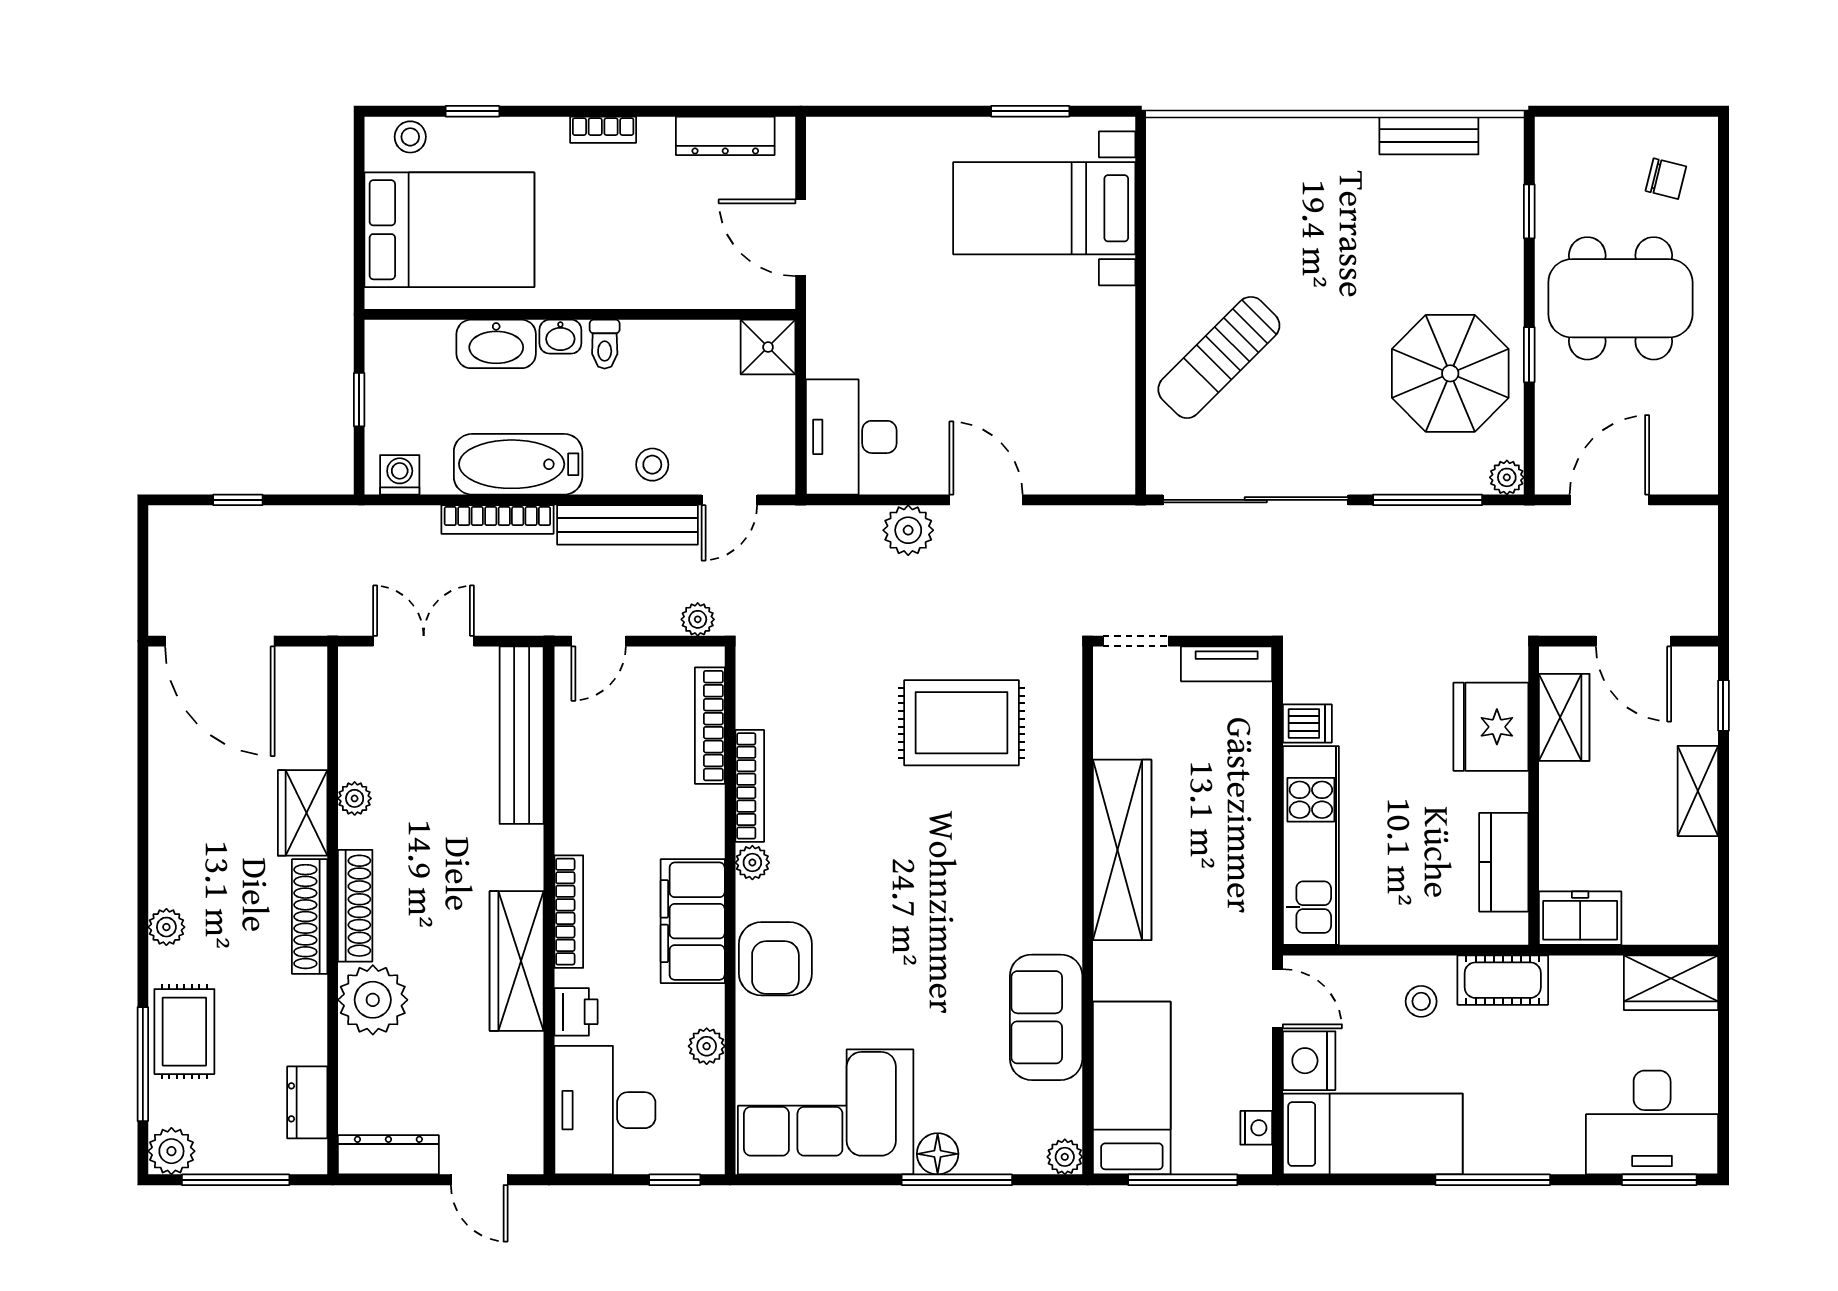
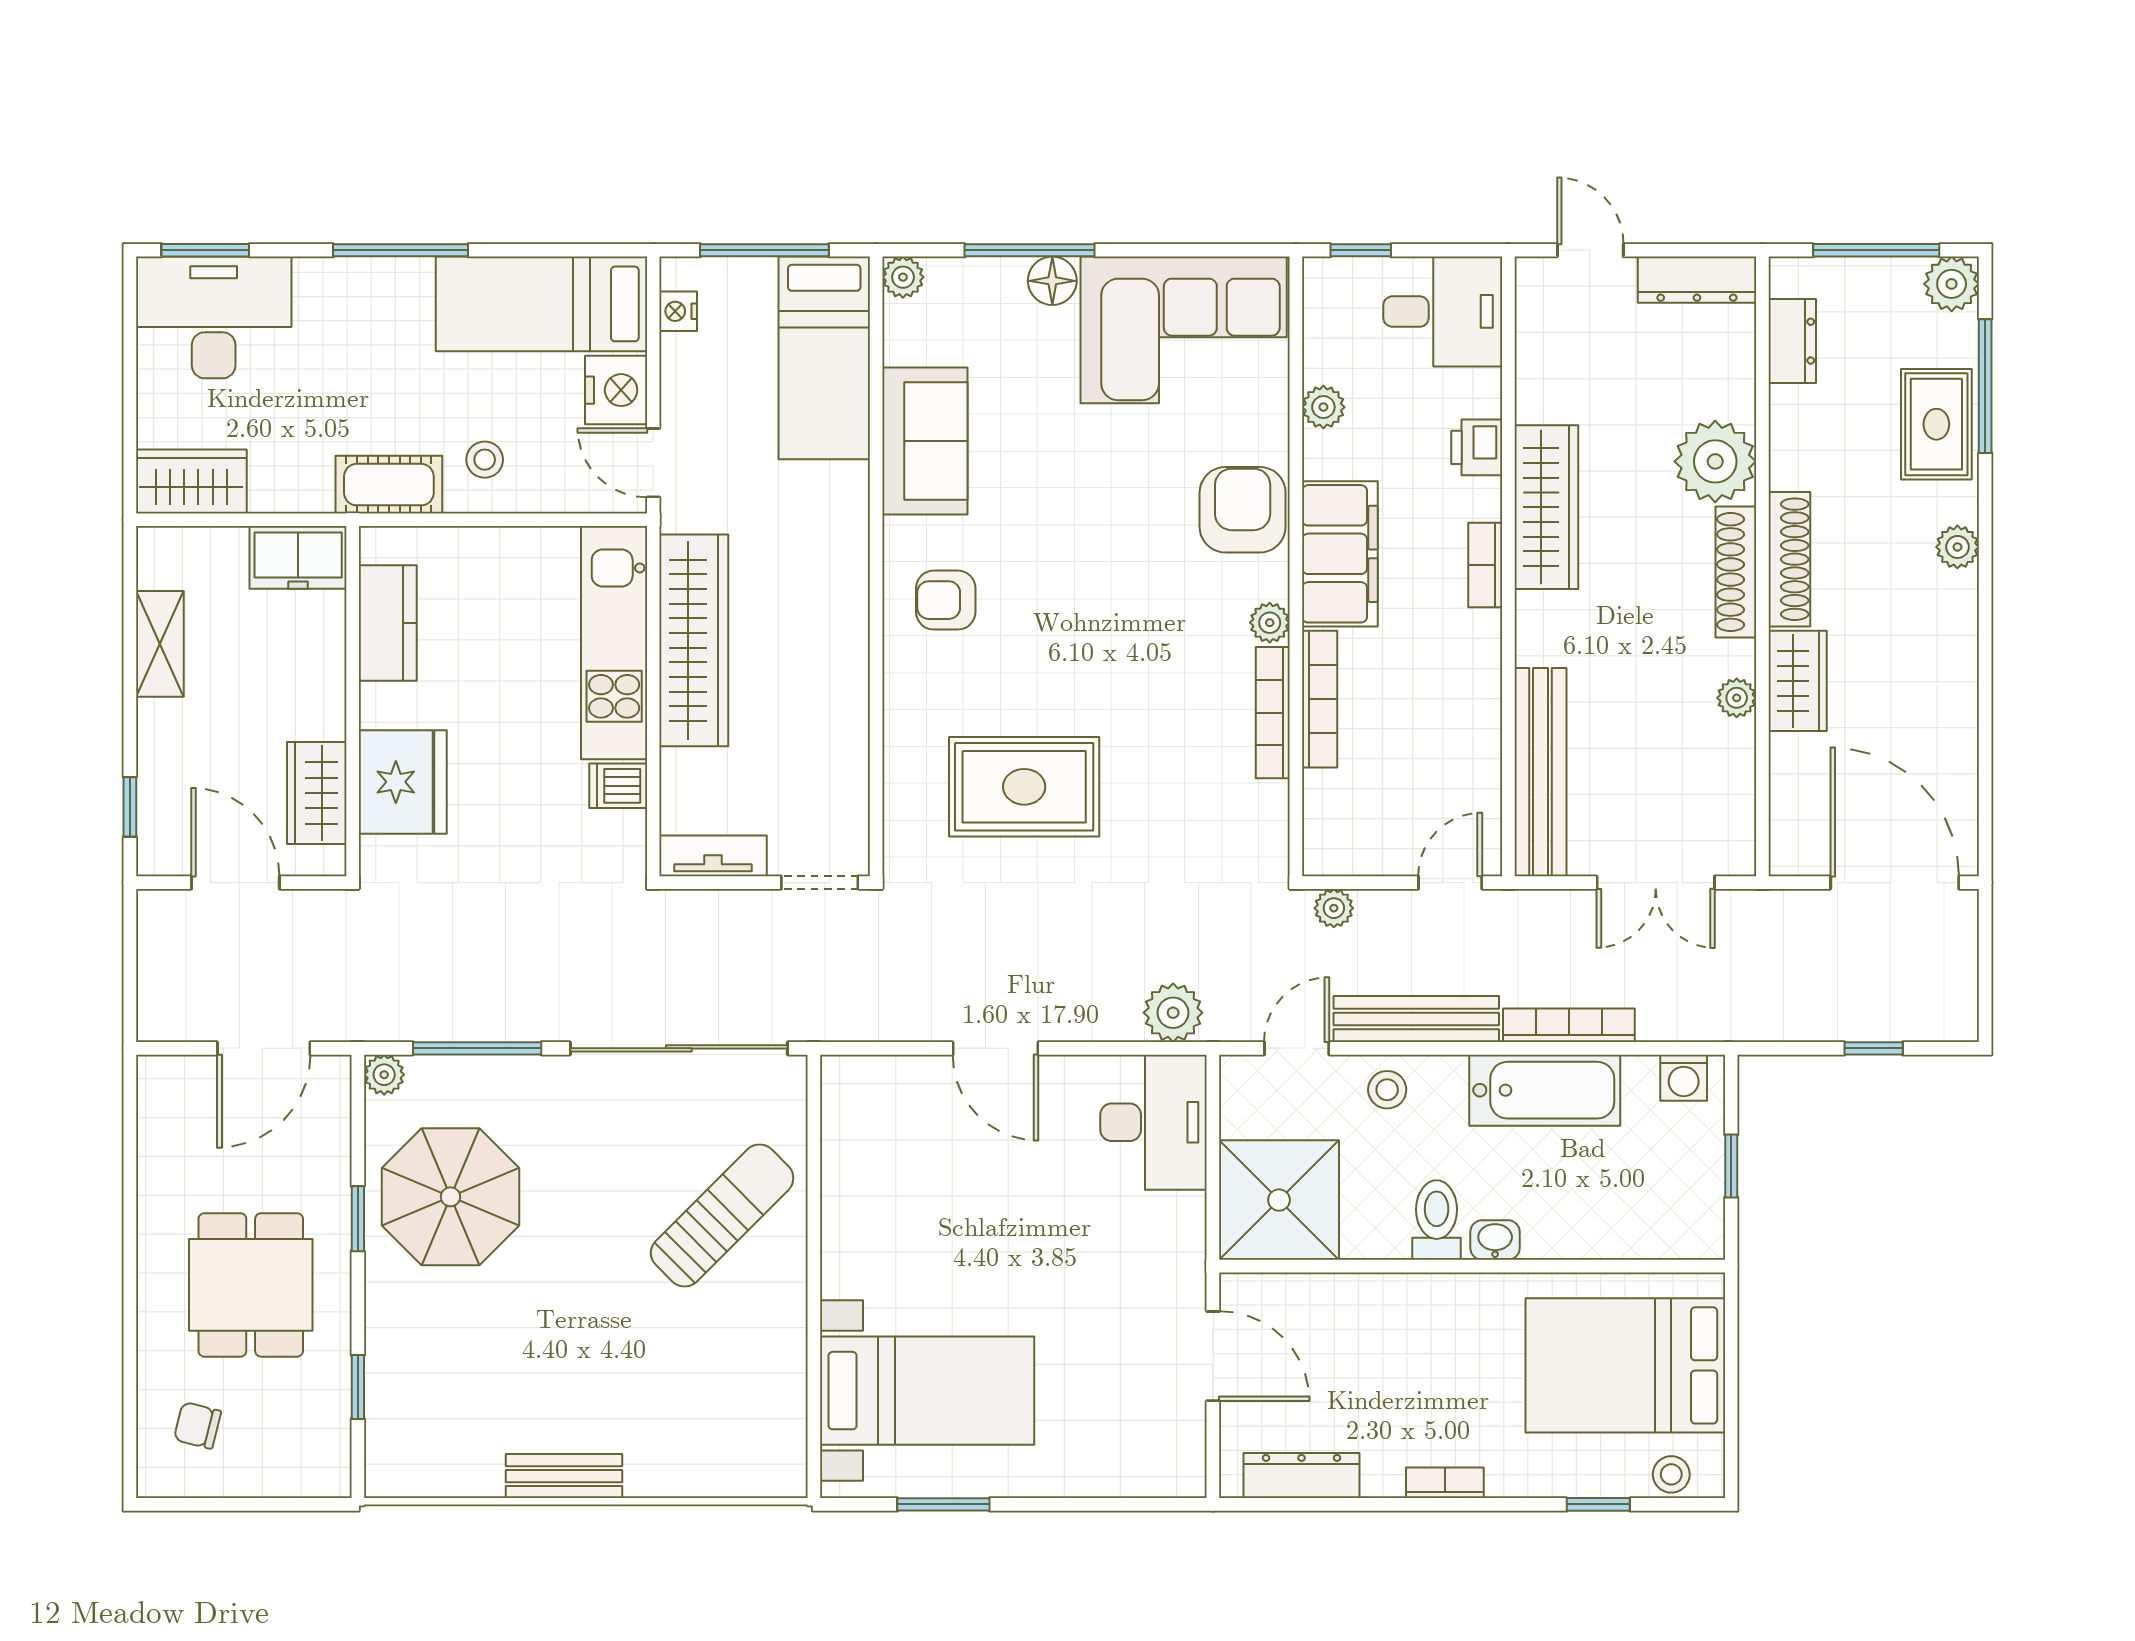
bench: (1429, 135) -> (564, 1476), moved
dining table: (1620, 298) -> (251, 1285), width x0.73
washbasin: (496, 344) -> (1570, 1231), removed
toilet: (605, 344) -> (1437, 1220), width x1.37, depth x1.39
shower: (768, 347) -> (1279, 1200), width x1.86, depth x1.86
plant: (908, 530) -> (1173, 1013), moved
bookcase: (710, 726) -> (1320, 699), moved
shelving: (1698, 791) -> (160, 644), moved
wardrobe: (1122, 850) -> (694, 640), moved, turned 180
armchair: (1028, 882) -> (946, 600), added
bookcase: (569, 912) -> (1485, 565), width x0.64
desk: (605, 1110) -> (1443, 311), width x0.73

